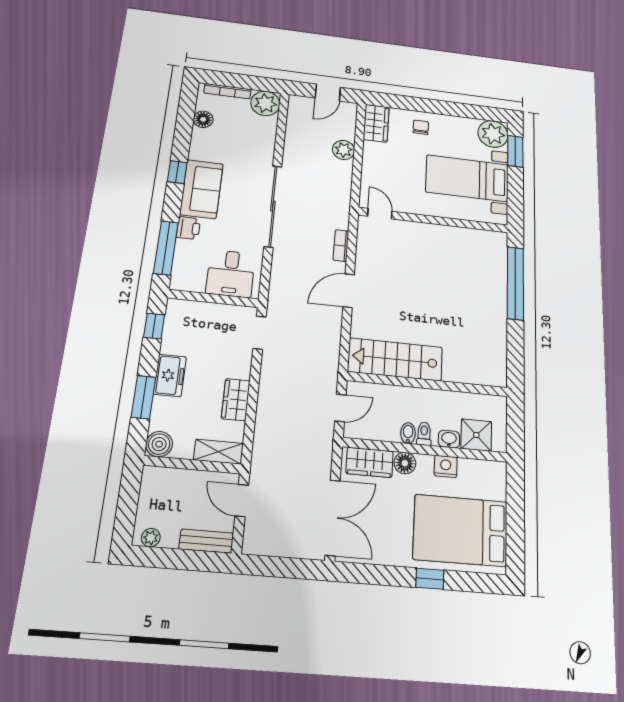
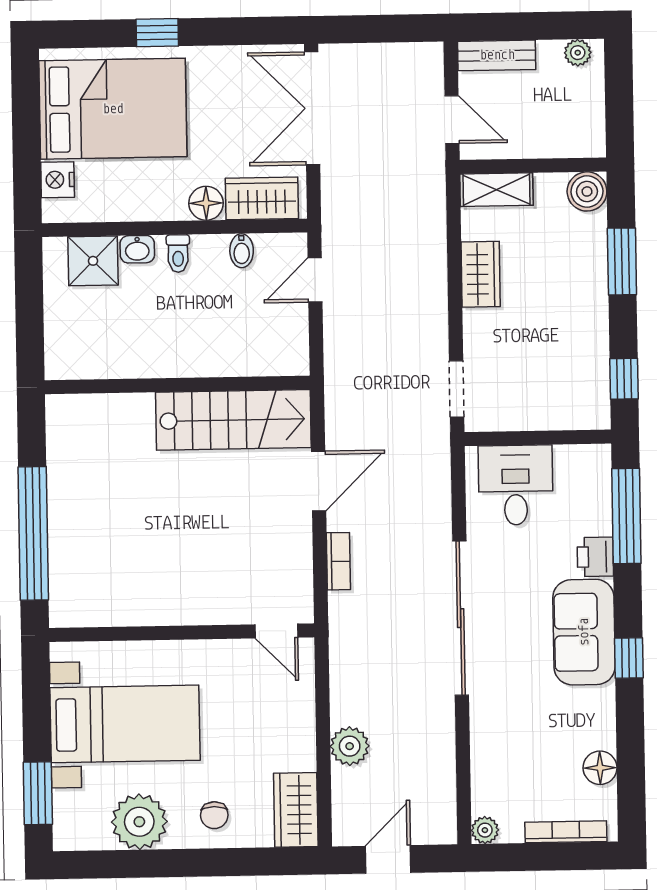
plant: (265, 103) -> (485, 830), width x0.53, depth x0.53
plant: (493, 134) -> (139, 822), moved
stairs: (395, 359) -> (233, 420), moved
freezer: (170, 375) -> (587, 301), removed
wall: (428, 384) -> (177, 385), moved
bidet: (408, 433) -> (242, 251), moved
nightstand: (446, 466) -> (58, 180), moved, turned 90

